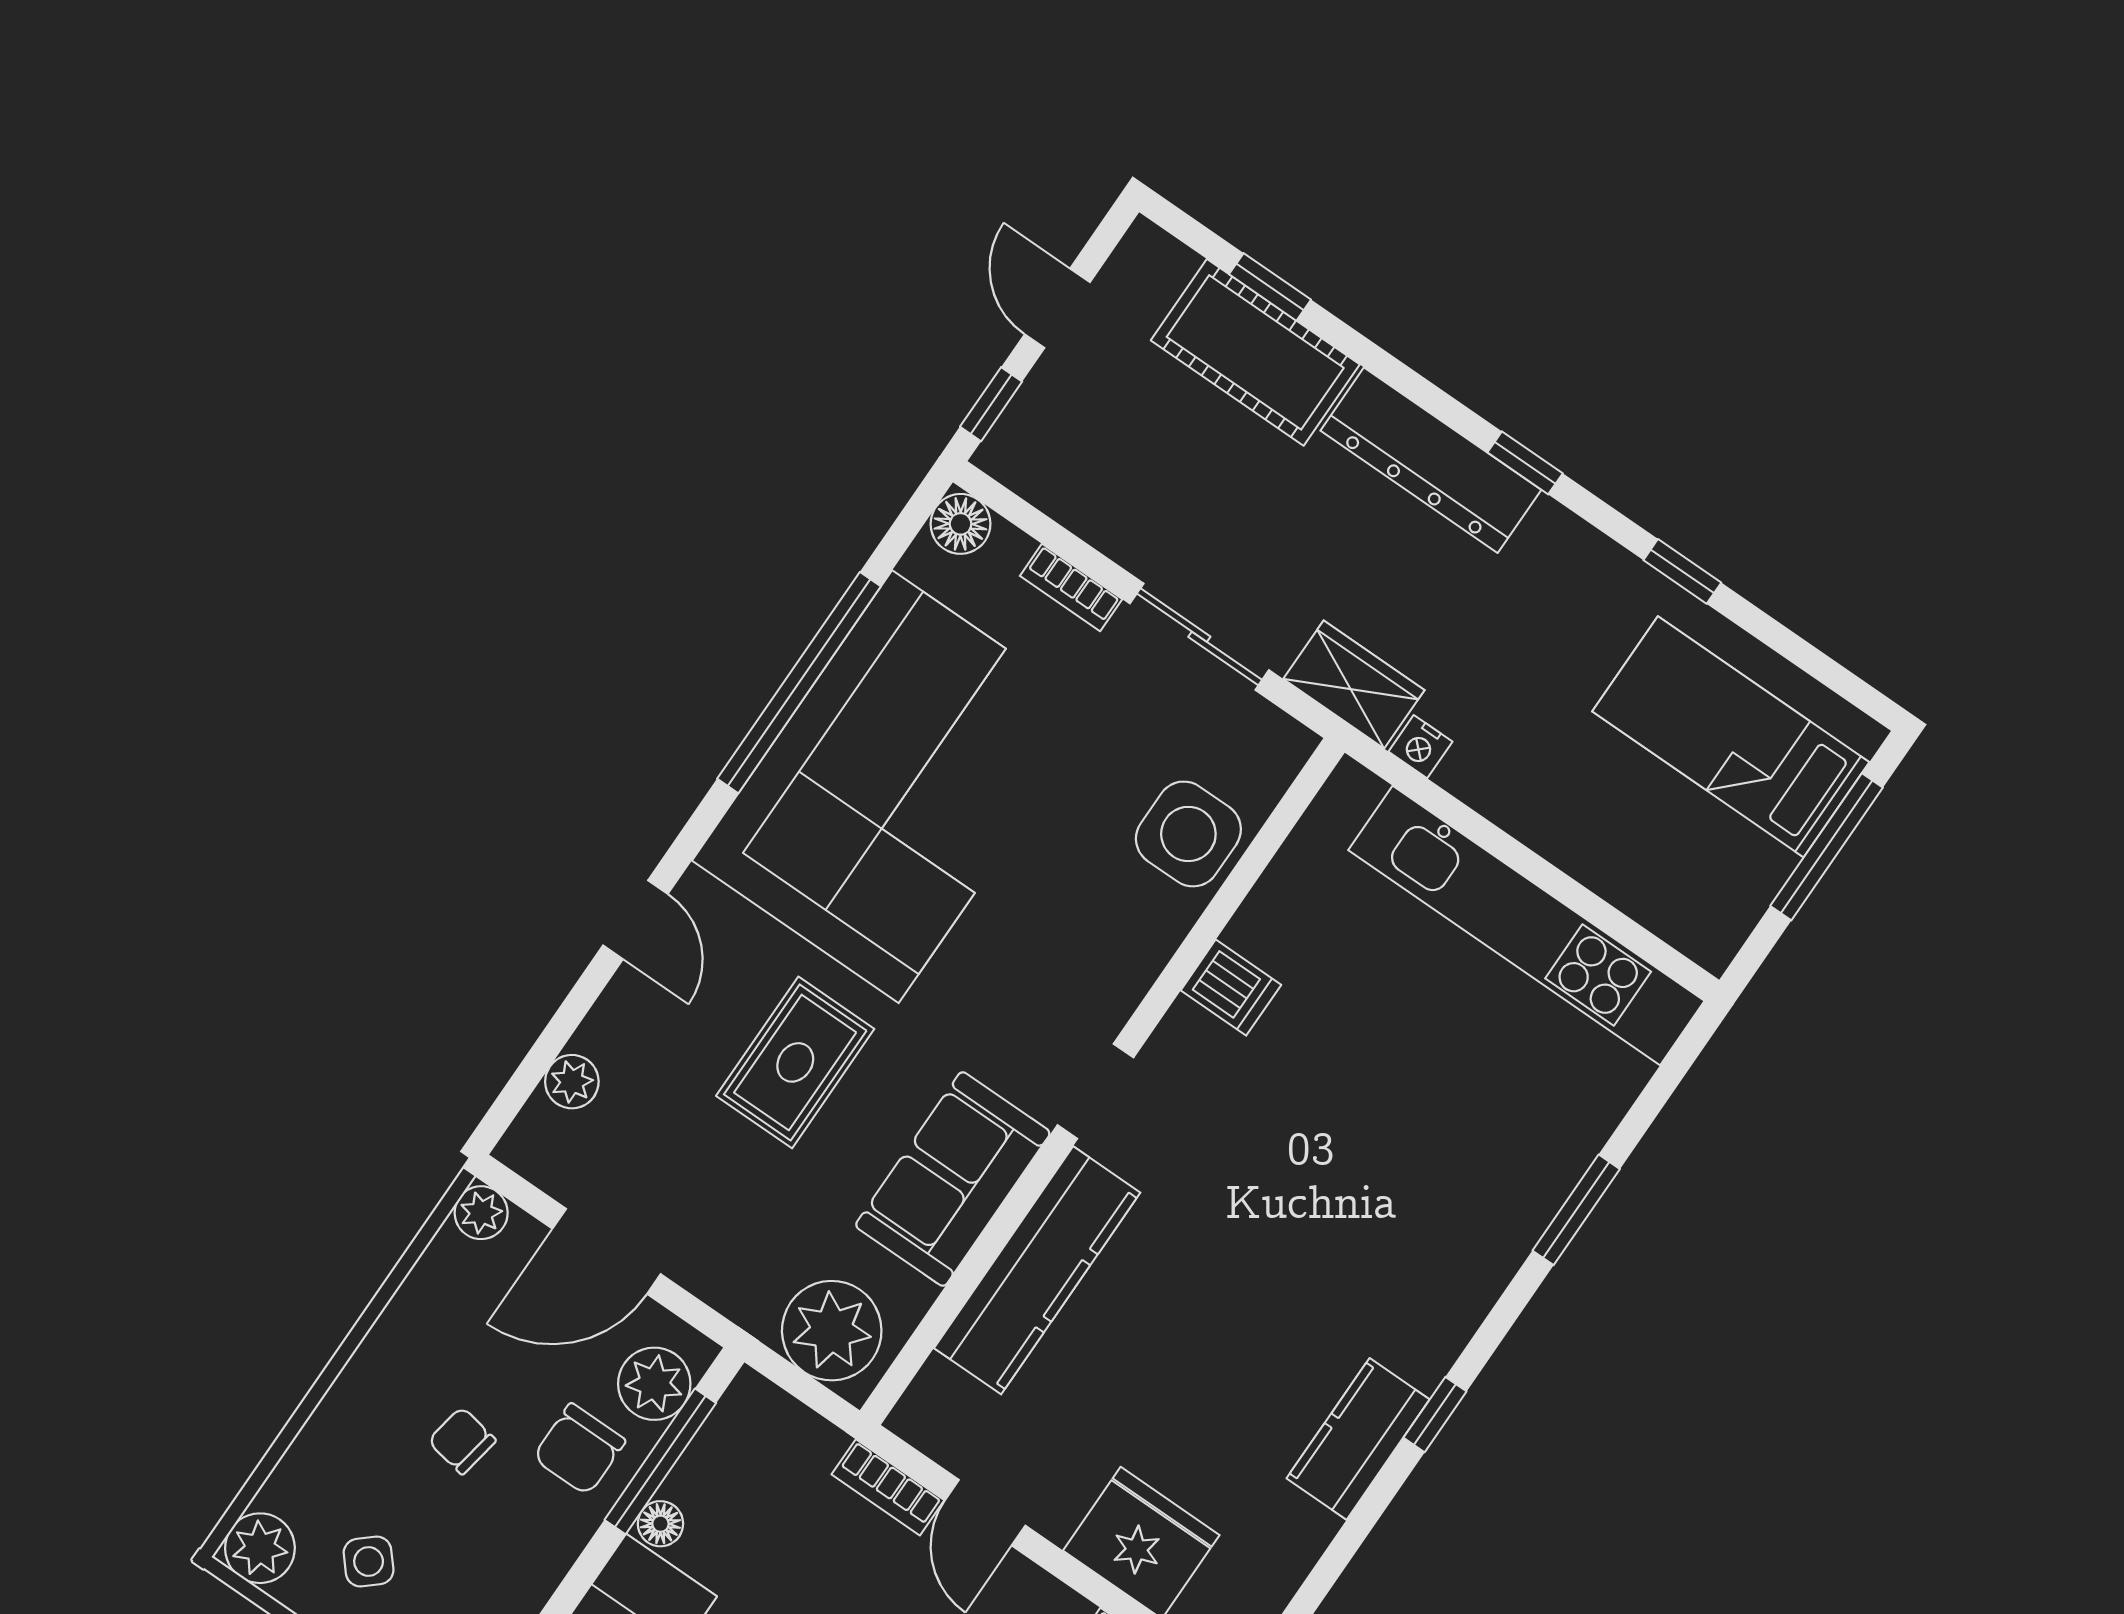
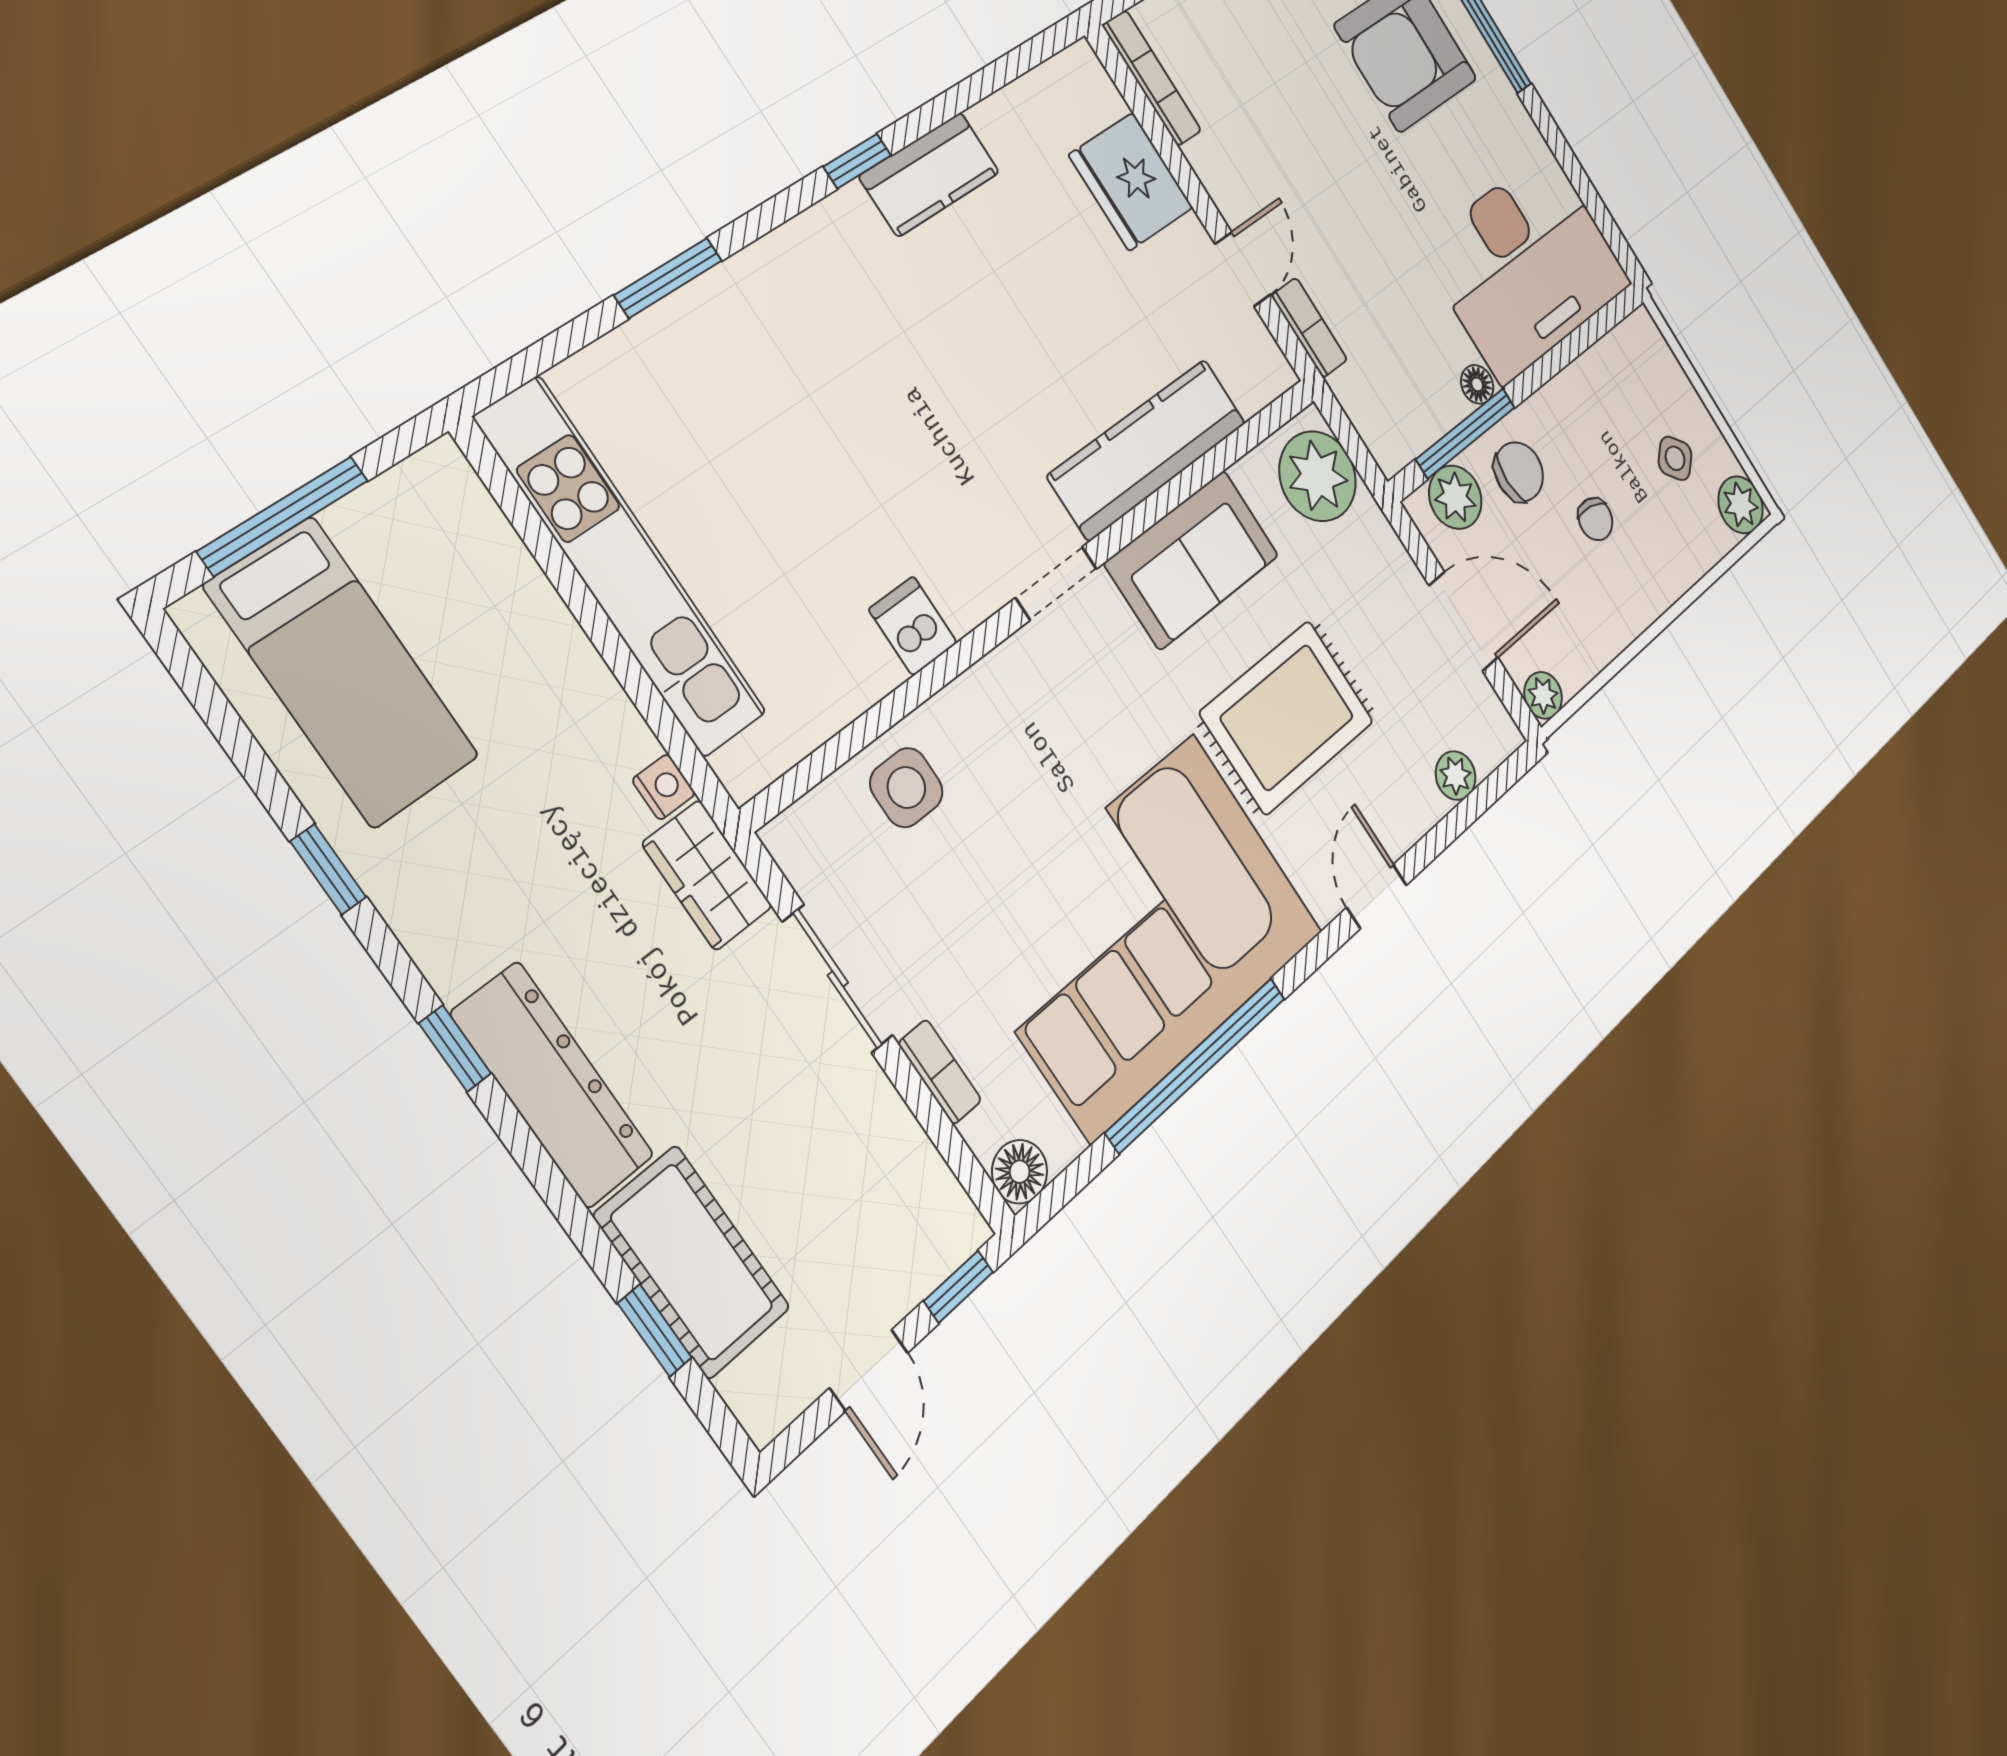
side table: (1188, 834) -> (906, 788), width x0.73, depth x0.73
rug: (795, 1062) -> (1287, 717), width x1.36, depth x1.43

